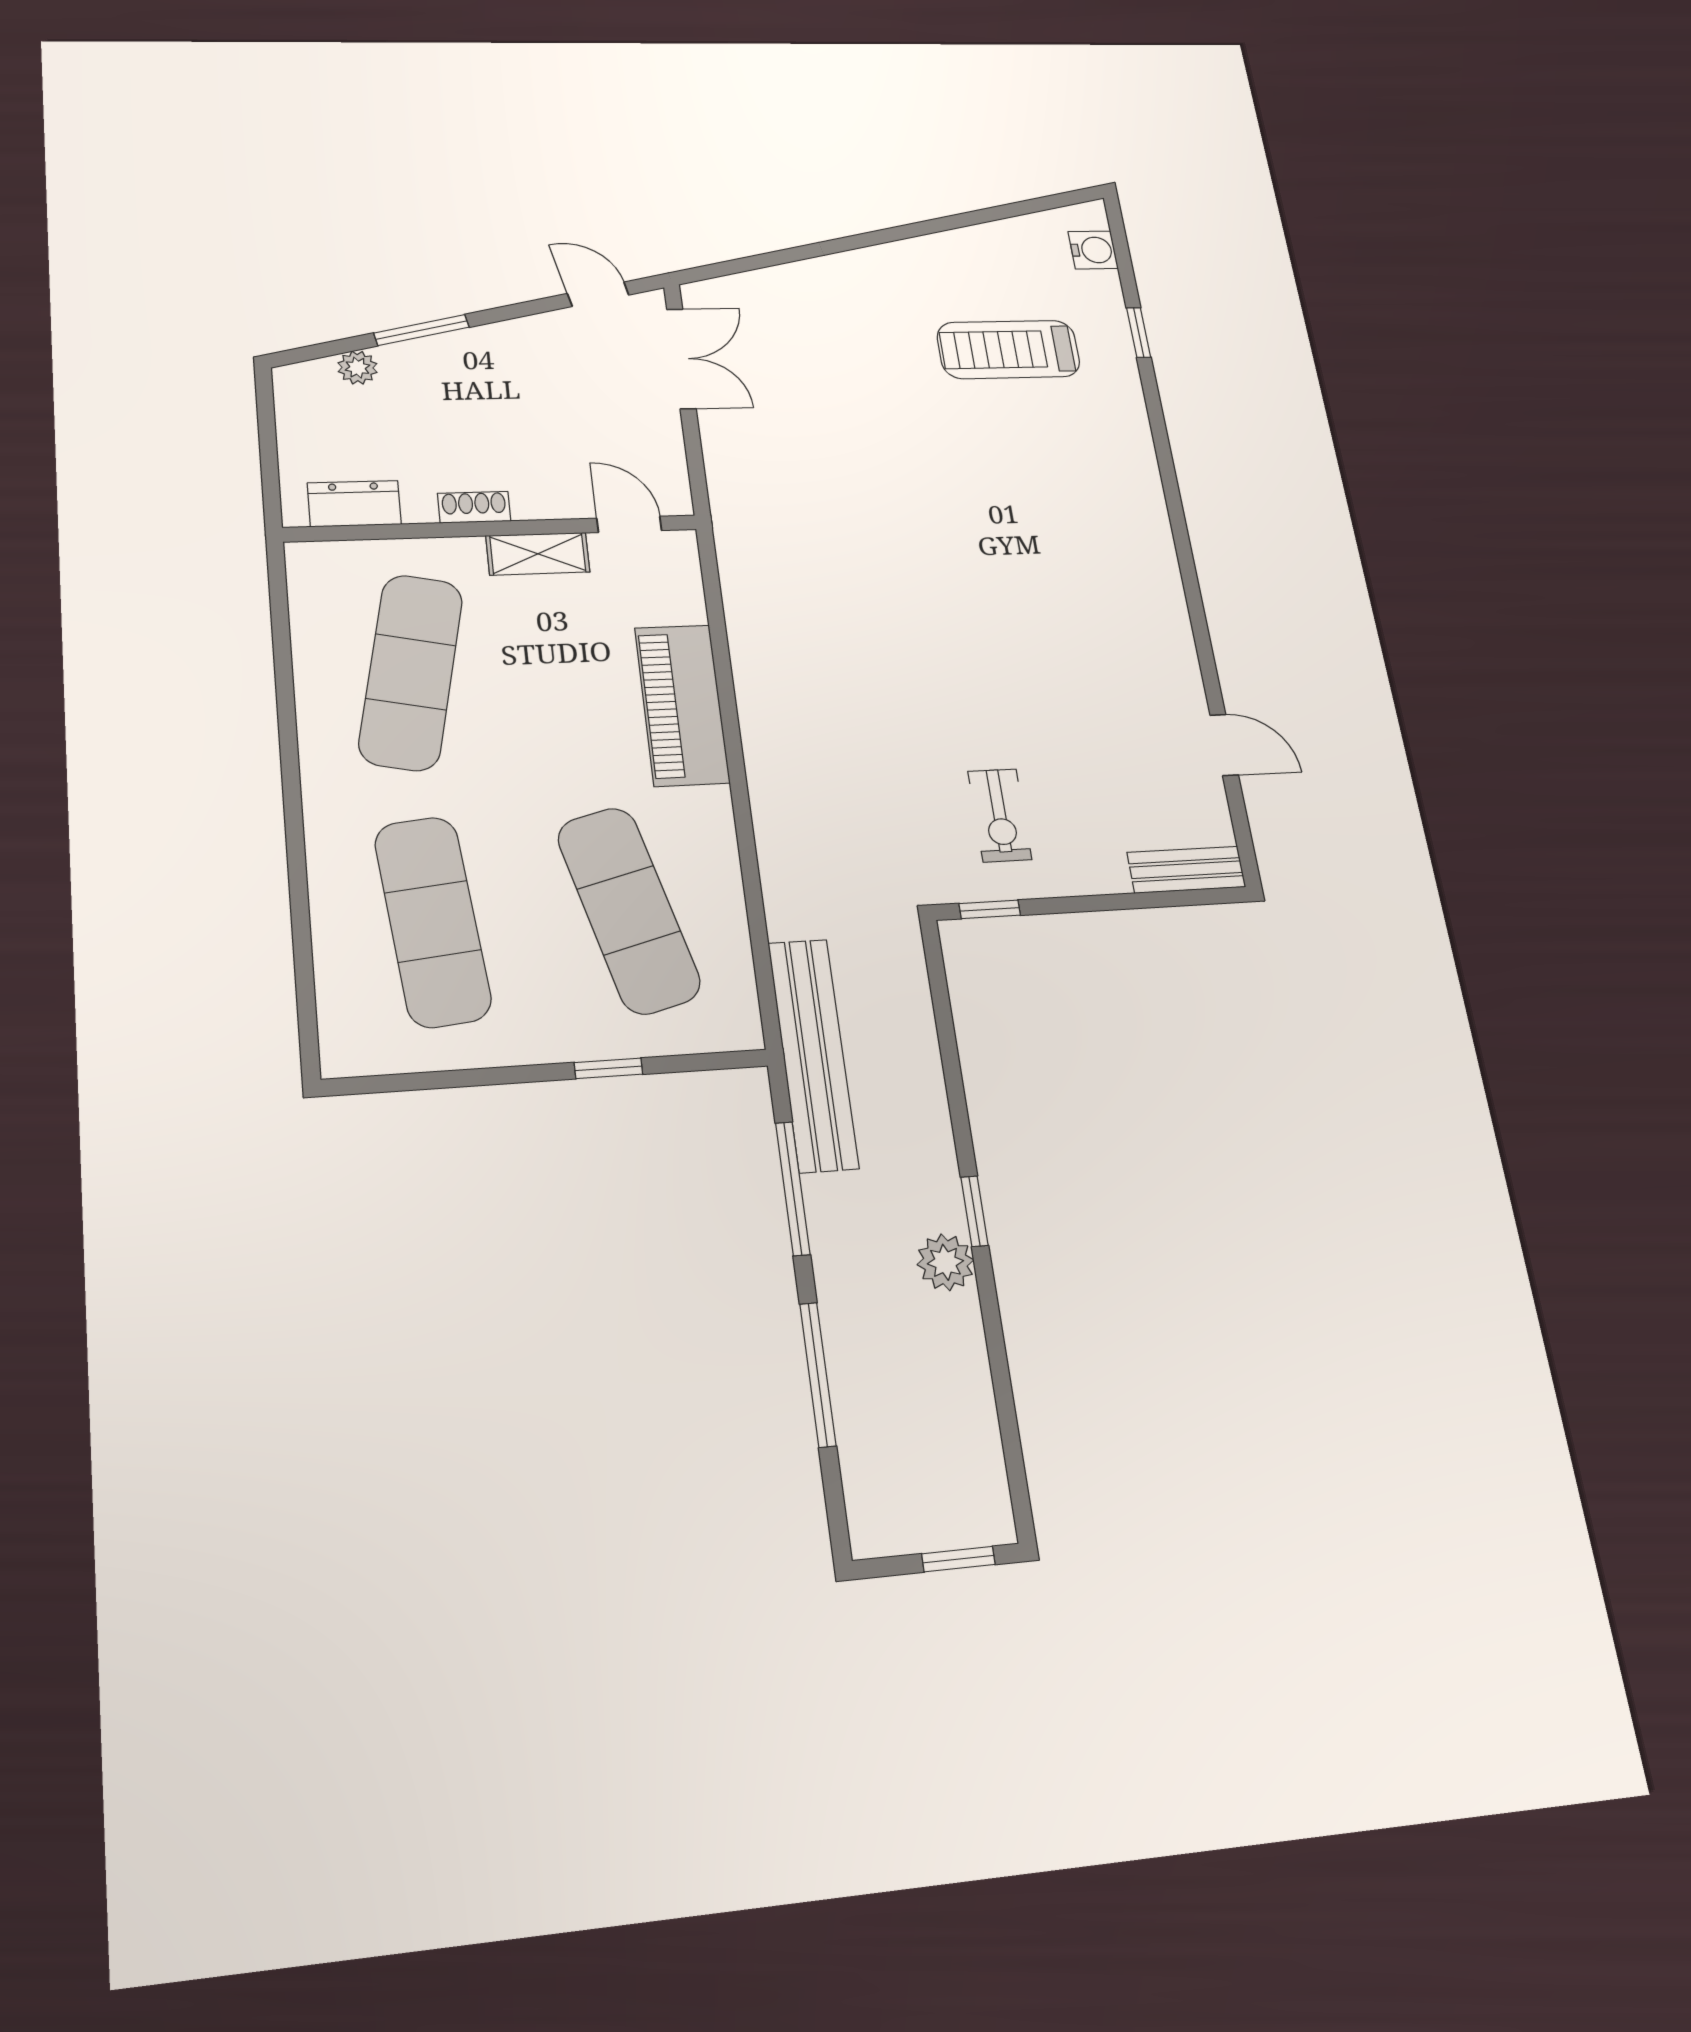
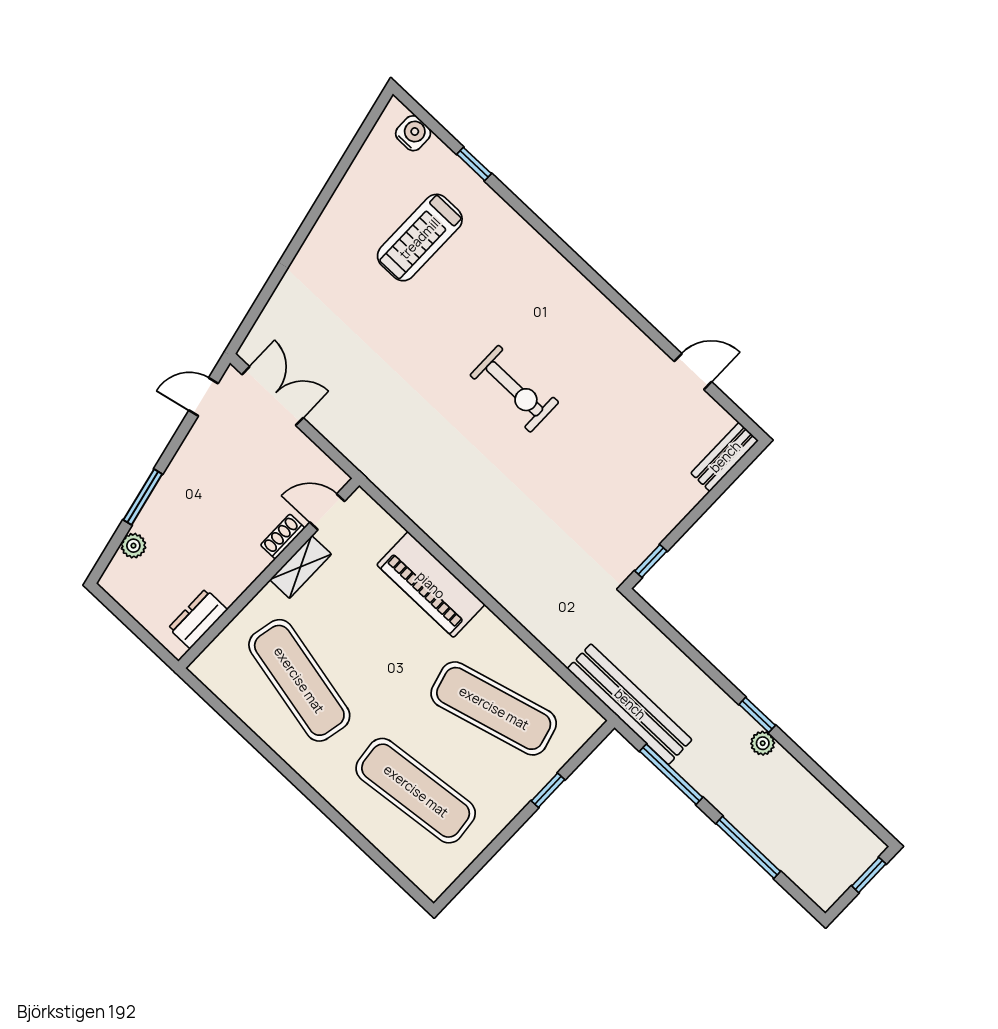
shoe rack: (474, 507) -> (283, 537), moved
exercise bike: (1000, 815) -> (514, 389), moved, width x1.38, depth x1.39
plant: (945, 1262) -> (763, 743), width x0.73, depth x0.73

